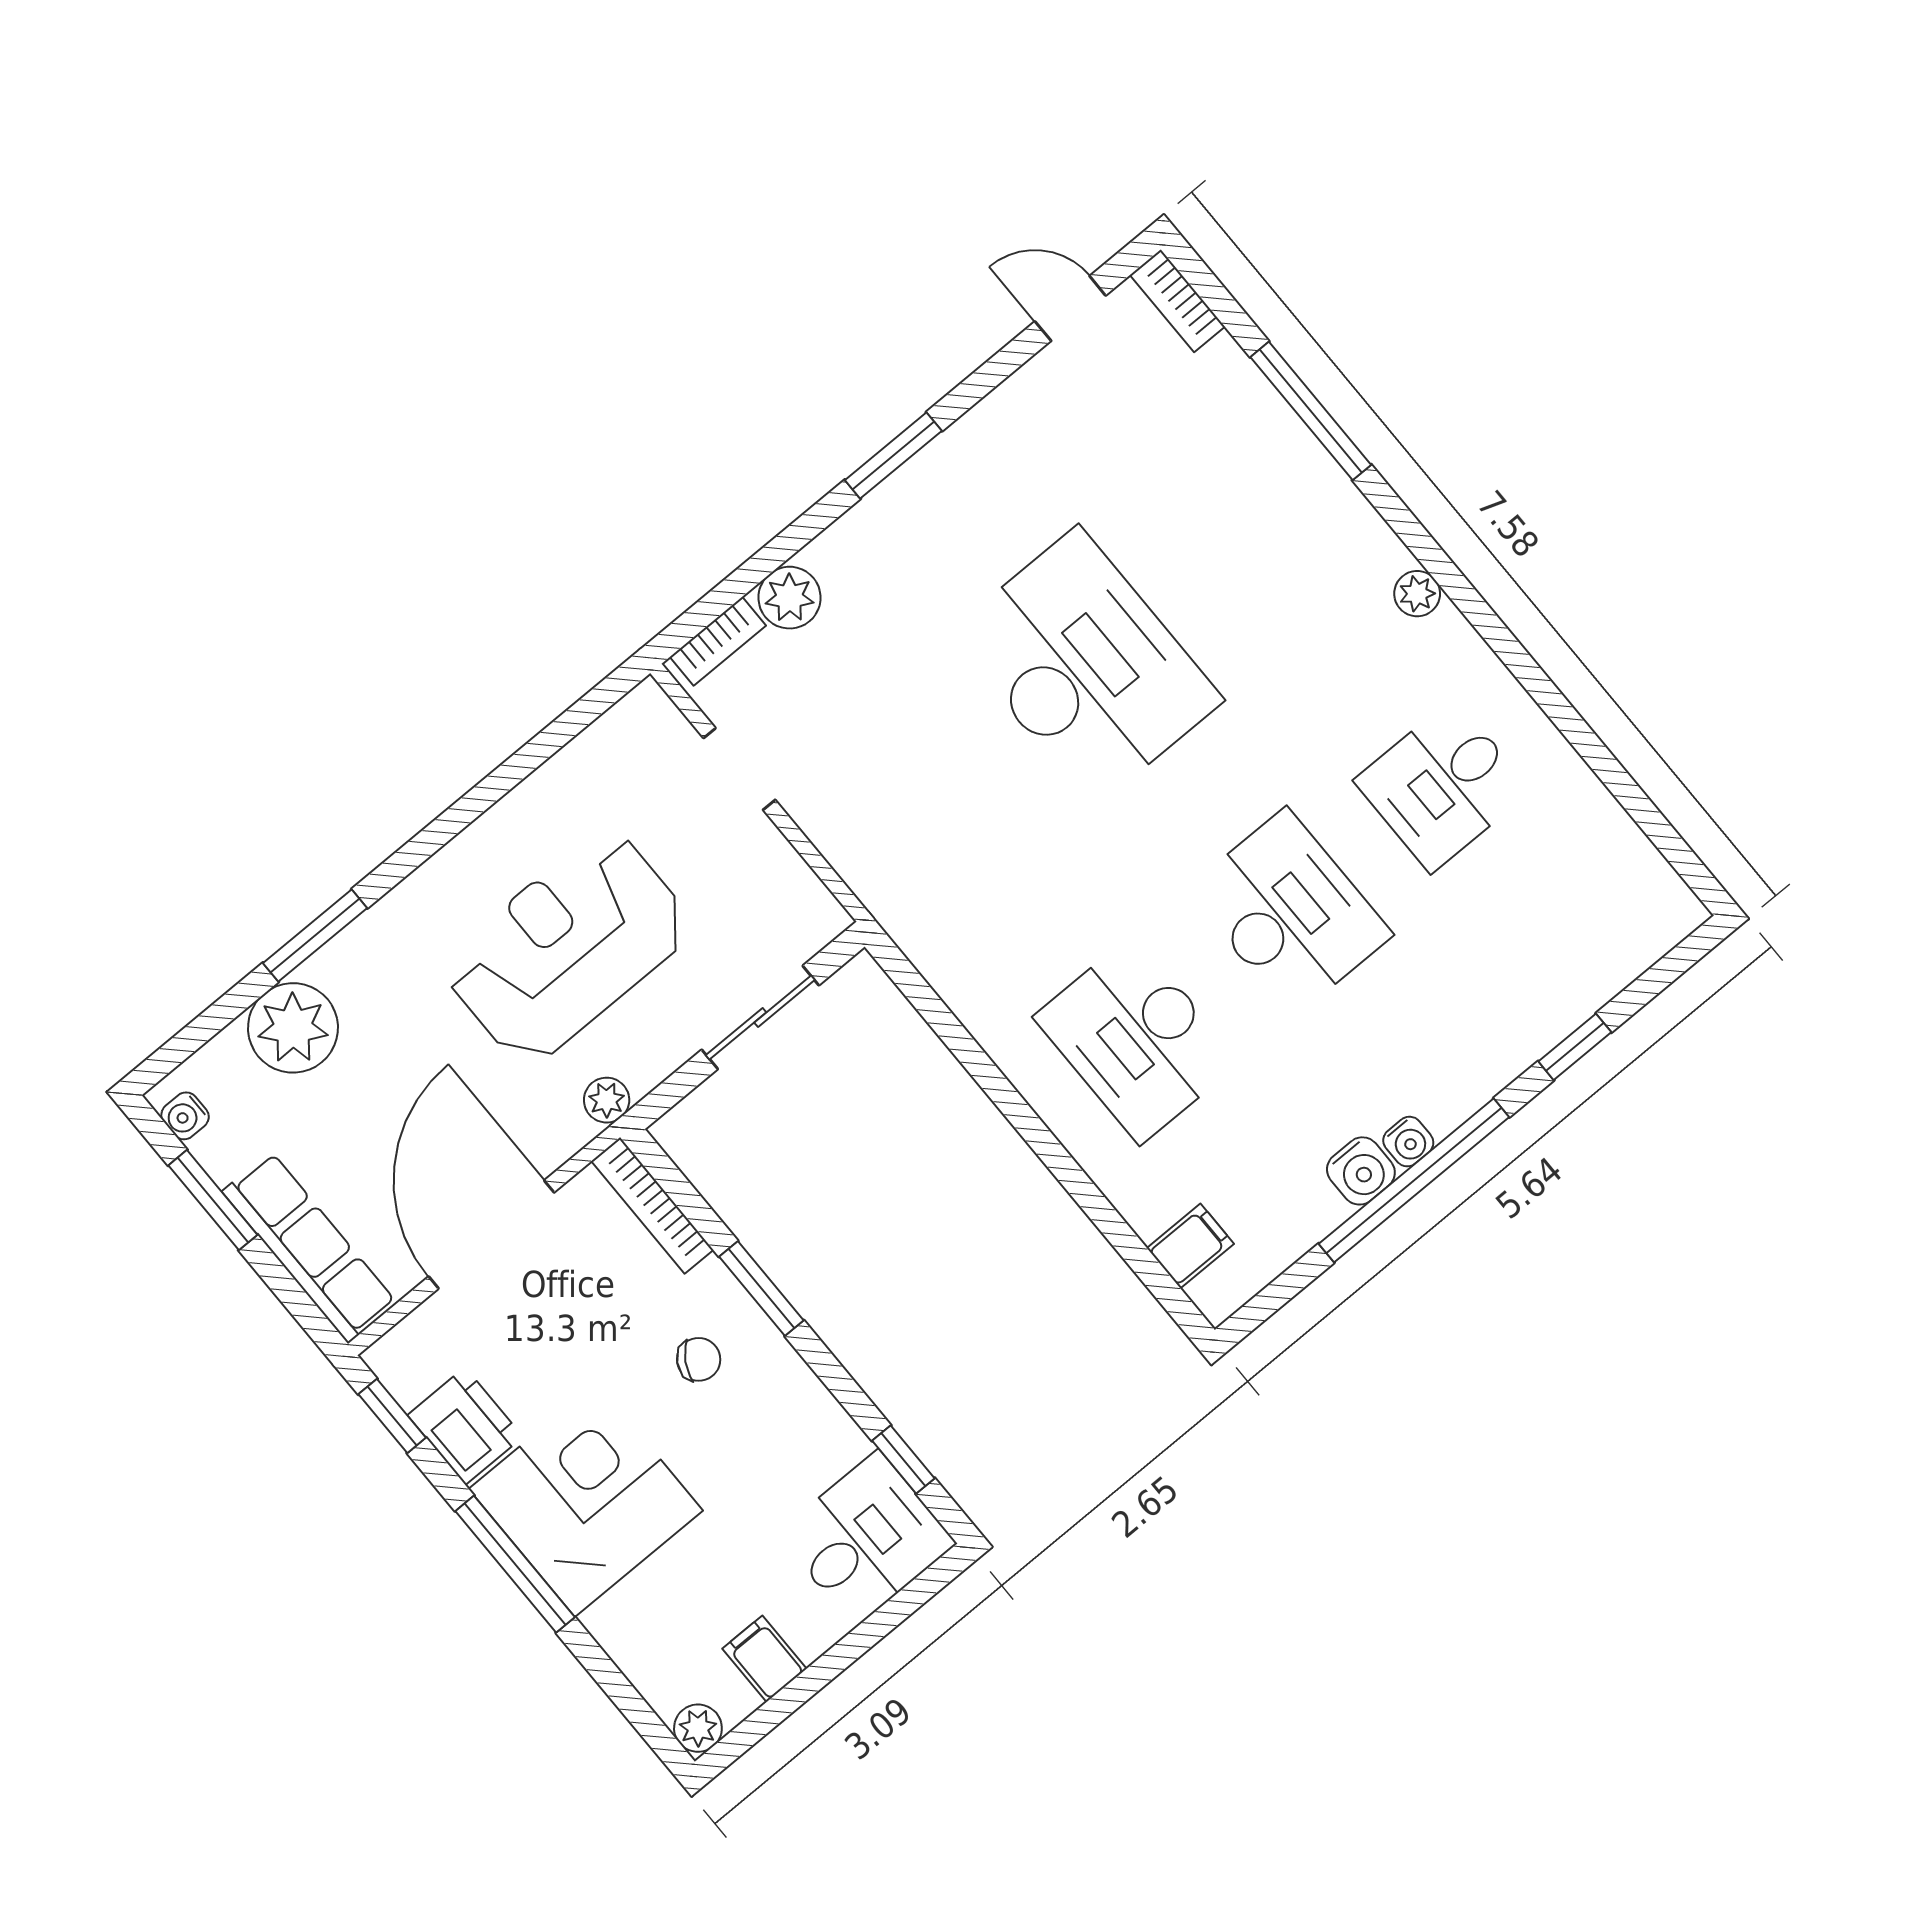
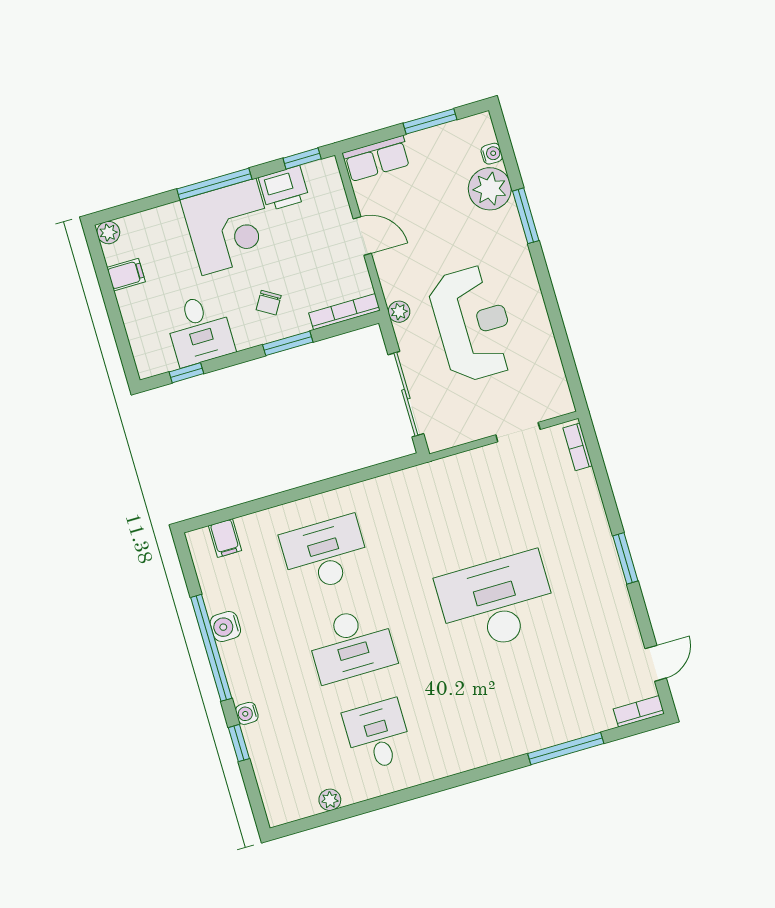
plant: (1417, 594) -> (330, 800), moved
plant: (789, 598) -> (583, 486), removed
desk: (1086, 667) -> (497, 602), turned 180
sliding door: (760, 1017) -> (406, 394), width x1.37
water cooler: (185, 1116) -> (492, 154), moved, turned 90
water cooler: (1408, 1142) -> (247, 713), moved
door: (491, 1234) -> (362, 236), width x0.53
row of seats: (309, 1247) -> (377, 159), width x0.68
desk: (866, 1539) -> (199, 330), moved

